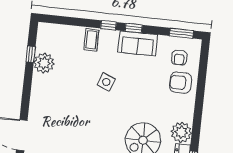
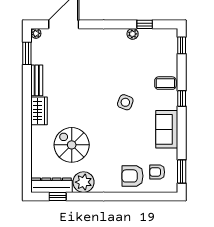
window: (134, 28) -> (182, 45), moved
plant: (44, 63) -> (133, 34), width x0.53, depth x0.53
armchair: (181, 83) -> (133, 176), turned -90

